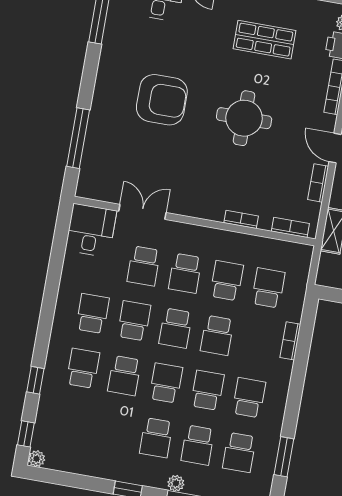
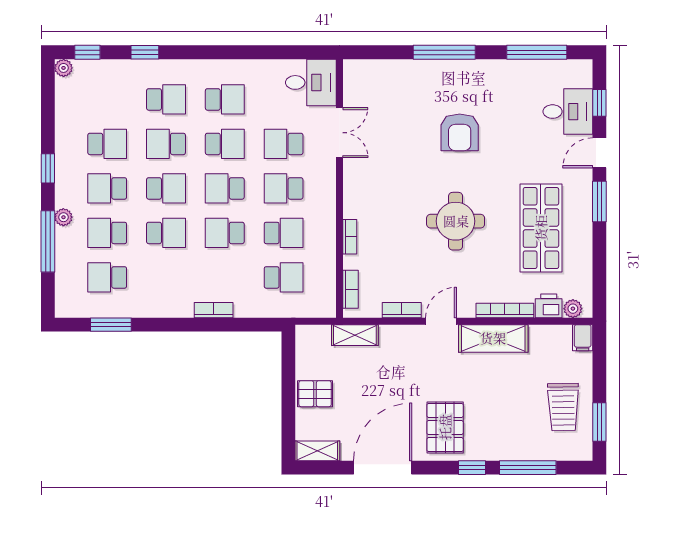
shop shelf: (264, 40) -> (541, 228), width x1.43, depth x1.36
armchair: (162, 100) -> (460, 132), width x0.73, depth x0.73
window: (78, 138) -> (444, 52), moved
bookcase: (290, 341) -> (214, 310), moved
school desk: (249, 398) -> (107, 144), moved

